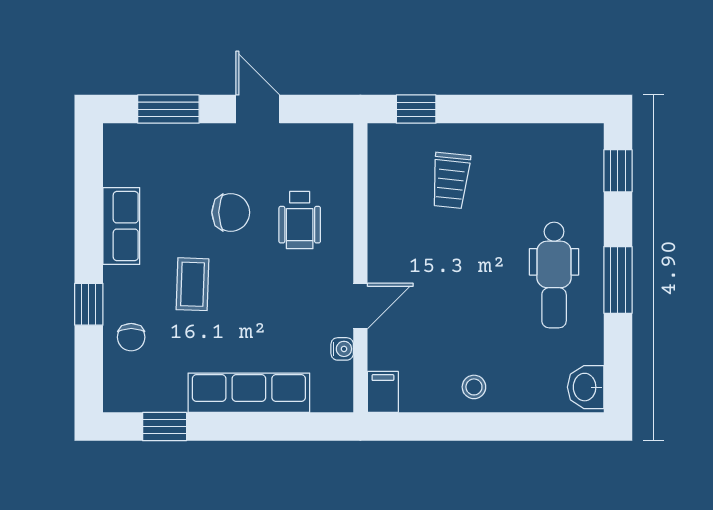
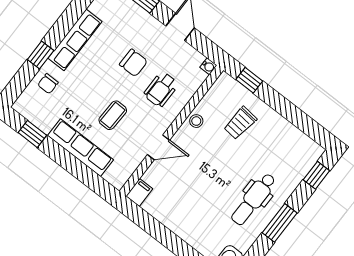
row of seats: (121, 226) -> (75, 40), width x1.48
coffee table: (192, 284) -> (113, 115), moved
water cooler: (342, 349) -> (208, 66), moved
stool: (474, 387) -> (196, 121), moved

